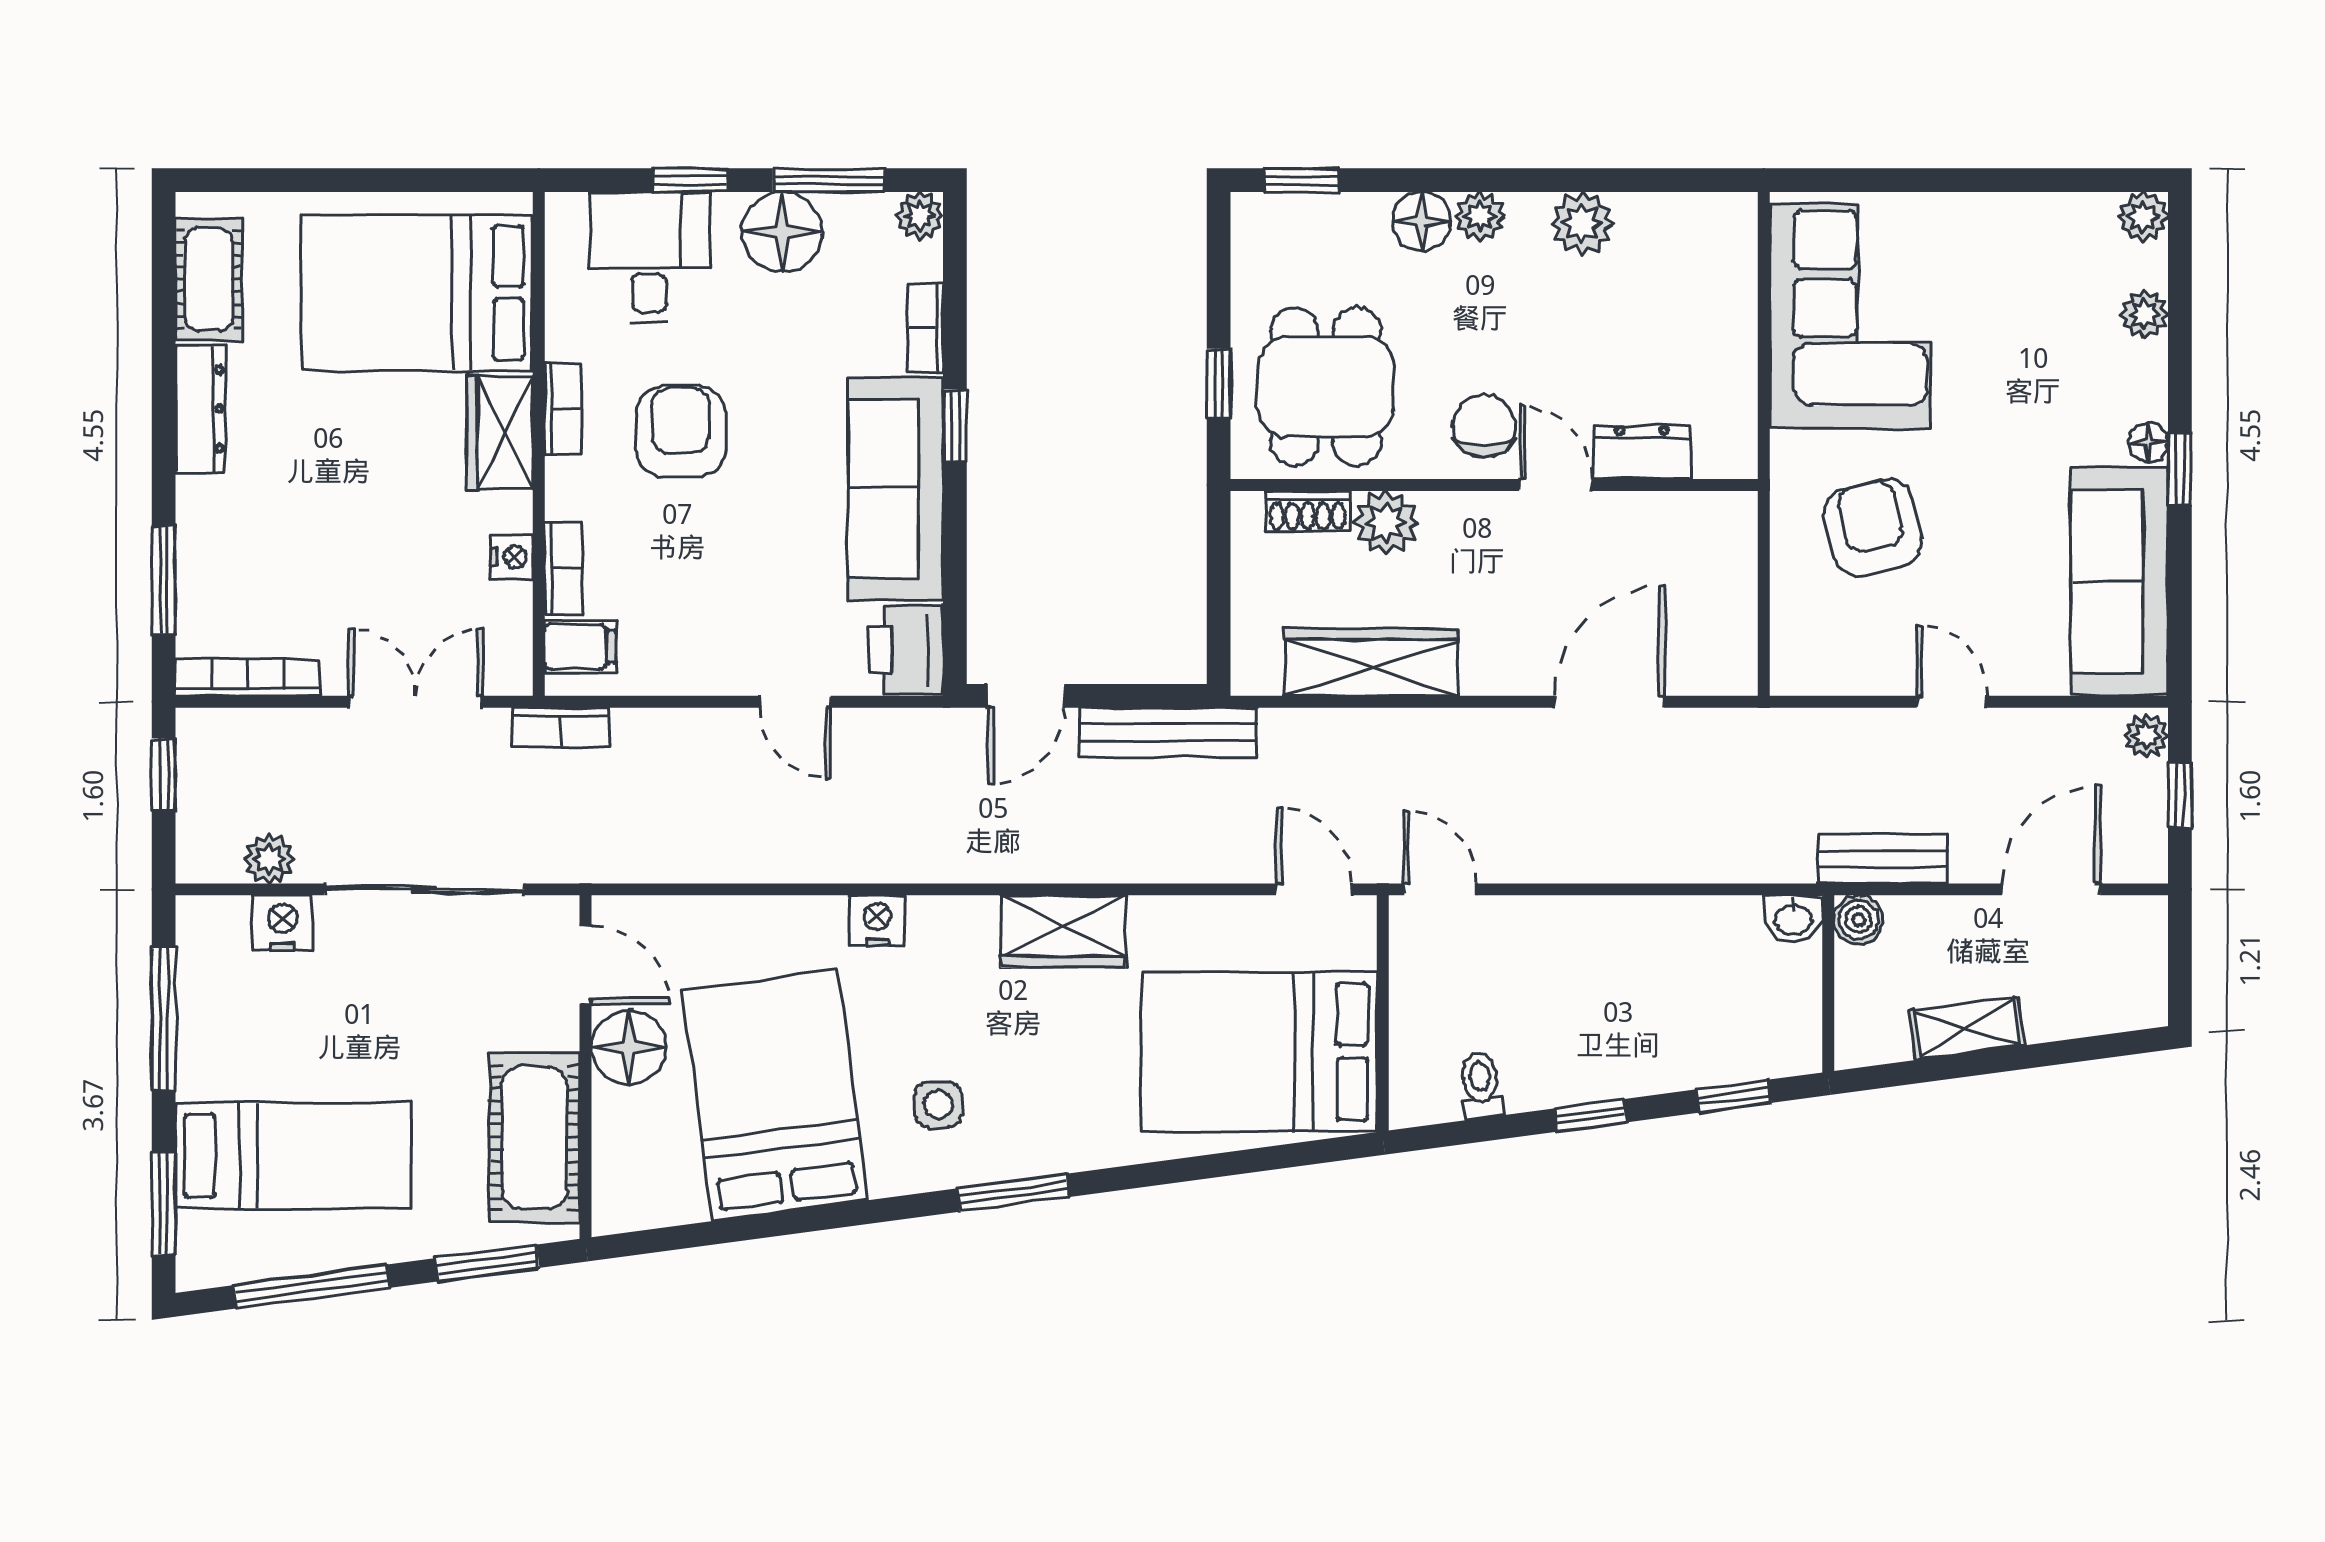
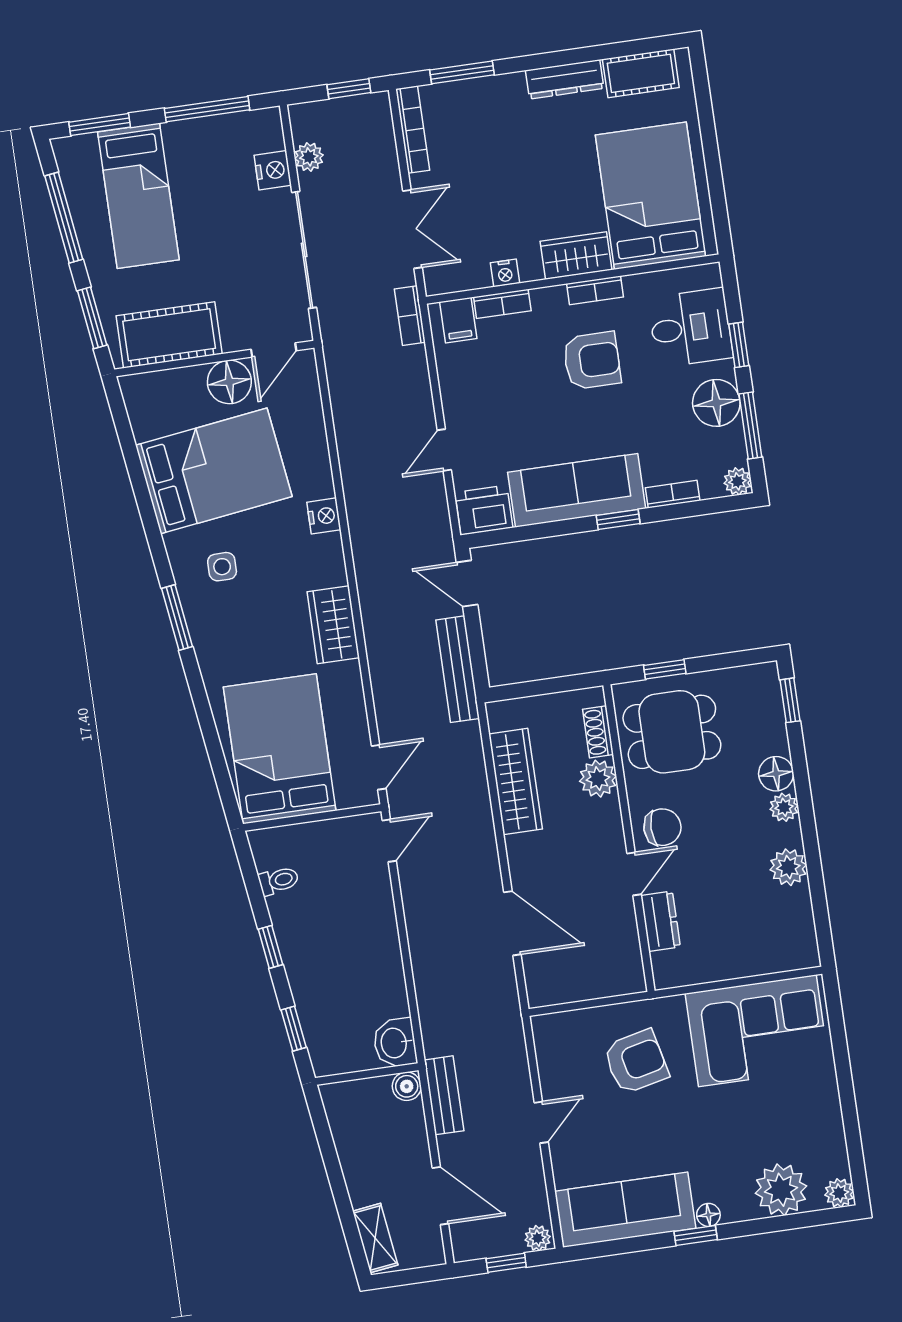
plant: (2144, 314) -> (781, 1190), width x1.88, depth x1.88
washbasin: (1793, 919) -> (395, 1043), width x1.38, depth x1.45
shelving: (1967, 1028) -> (375, 1238), moved

